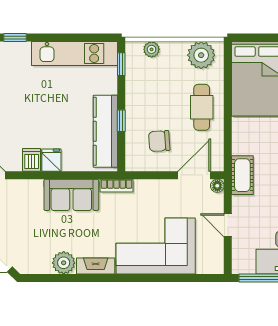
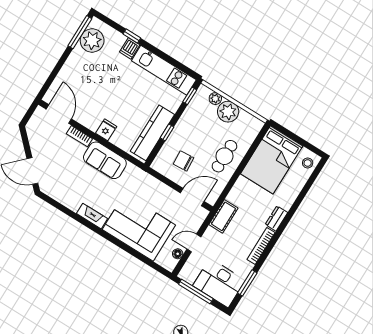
plant: (201, 55) -> (228, 112), moved
dishwasher: (32, 160) -> (130, 48), moved, turned 180
bookcase: (116, 186) -> (79, 136), moved
floor lamp: (217, 186) -> (178, 254), moved
door: (228, 225) -> (194, 243), hinge flipped
plant: (64, 263) -> (73, 201), removed

